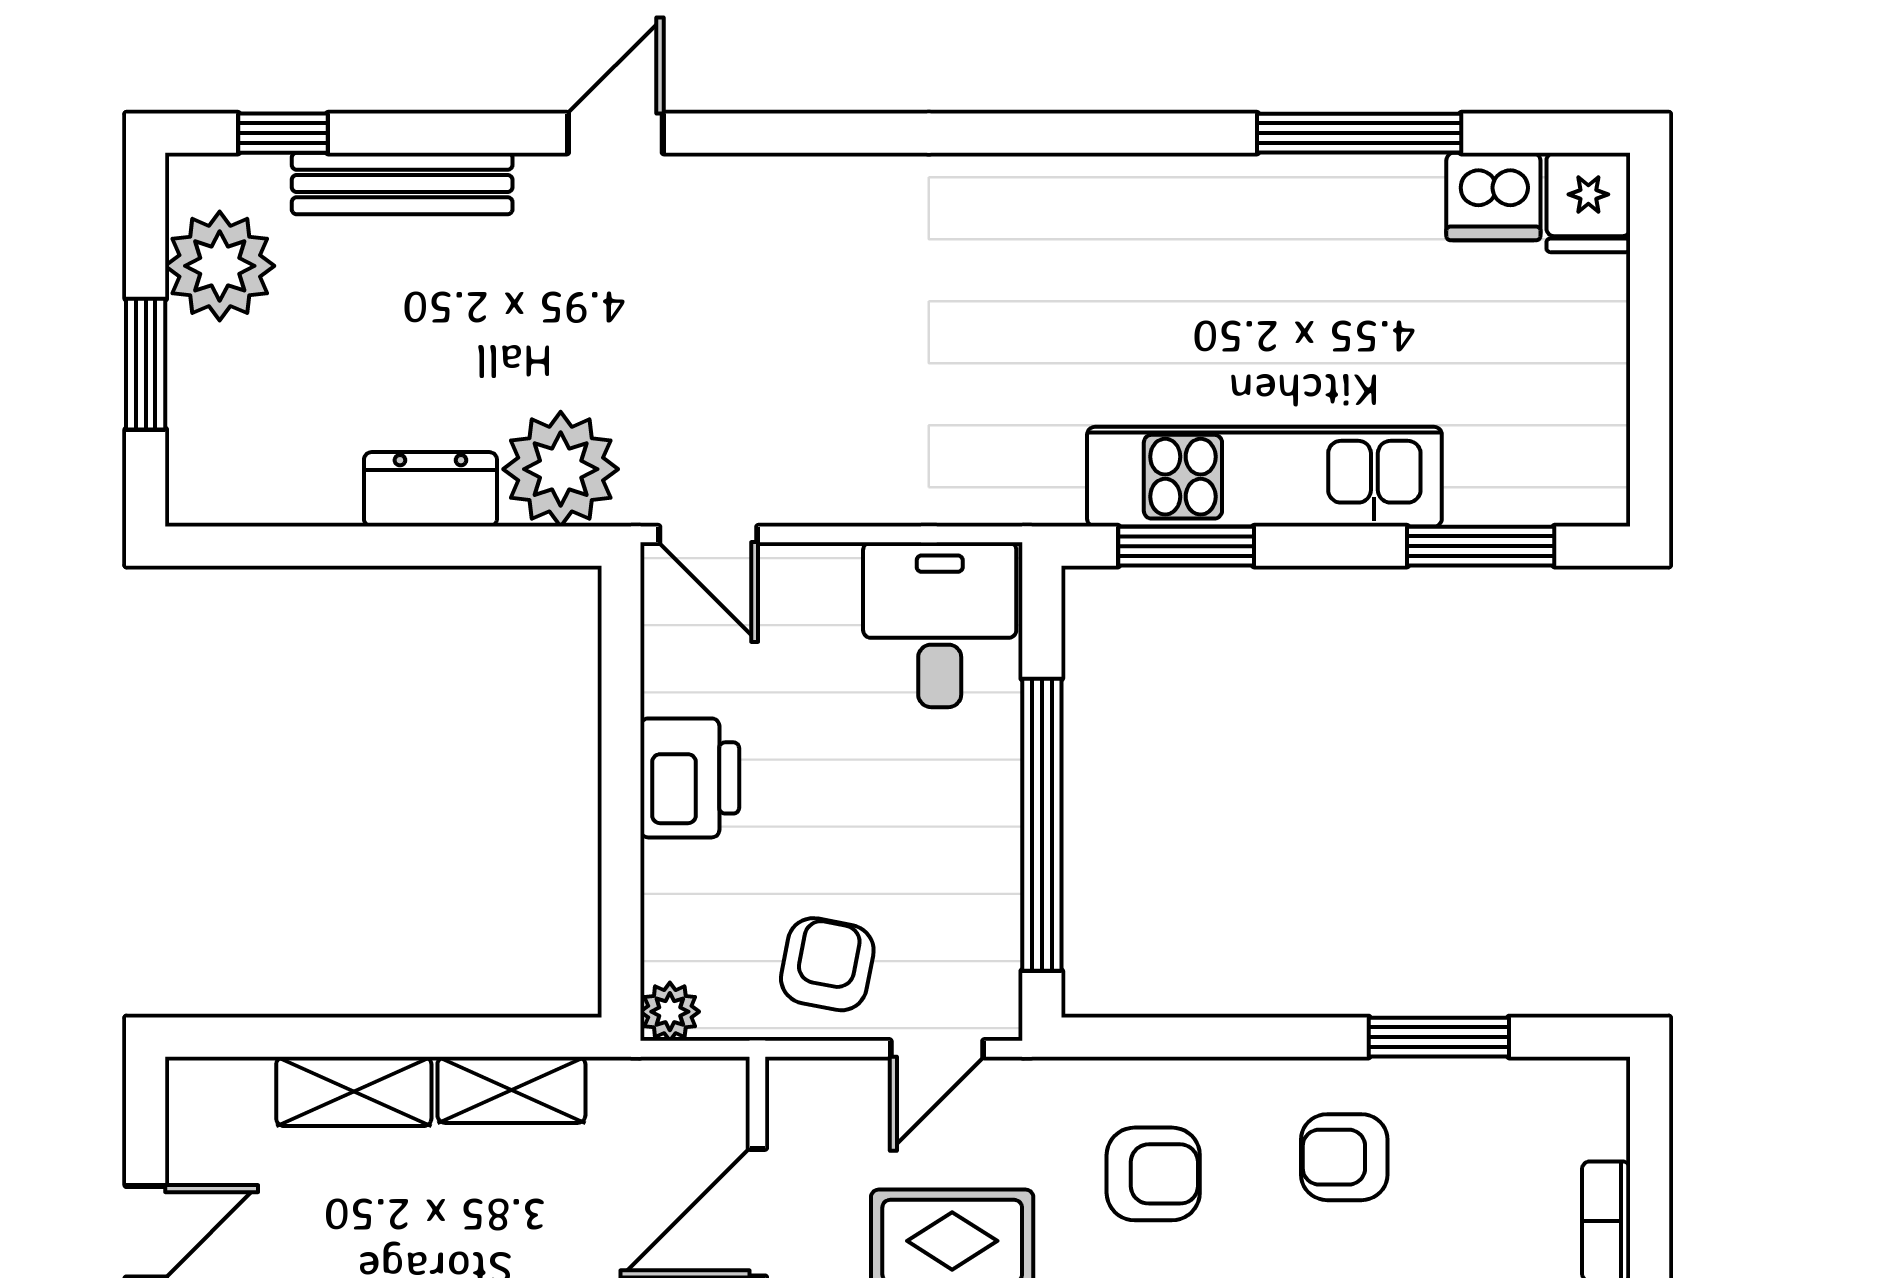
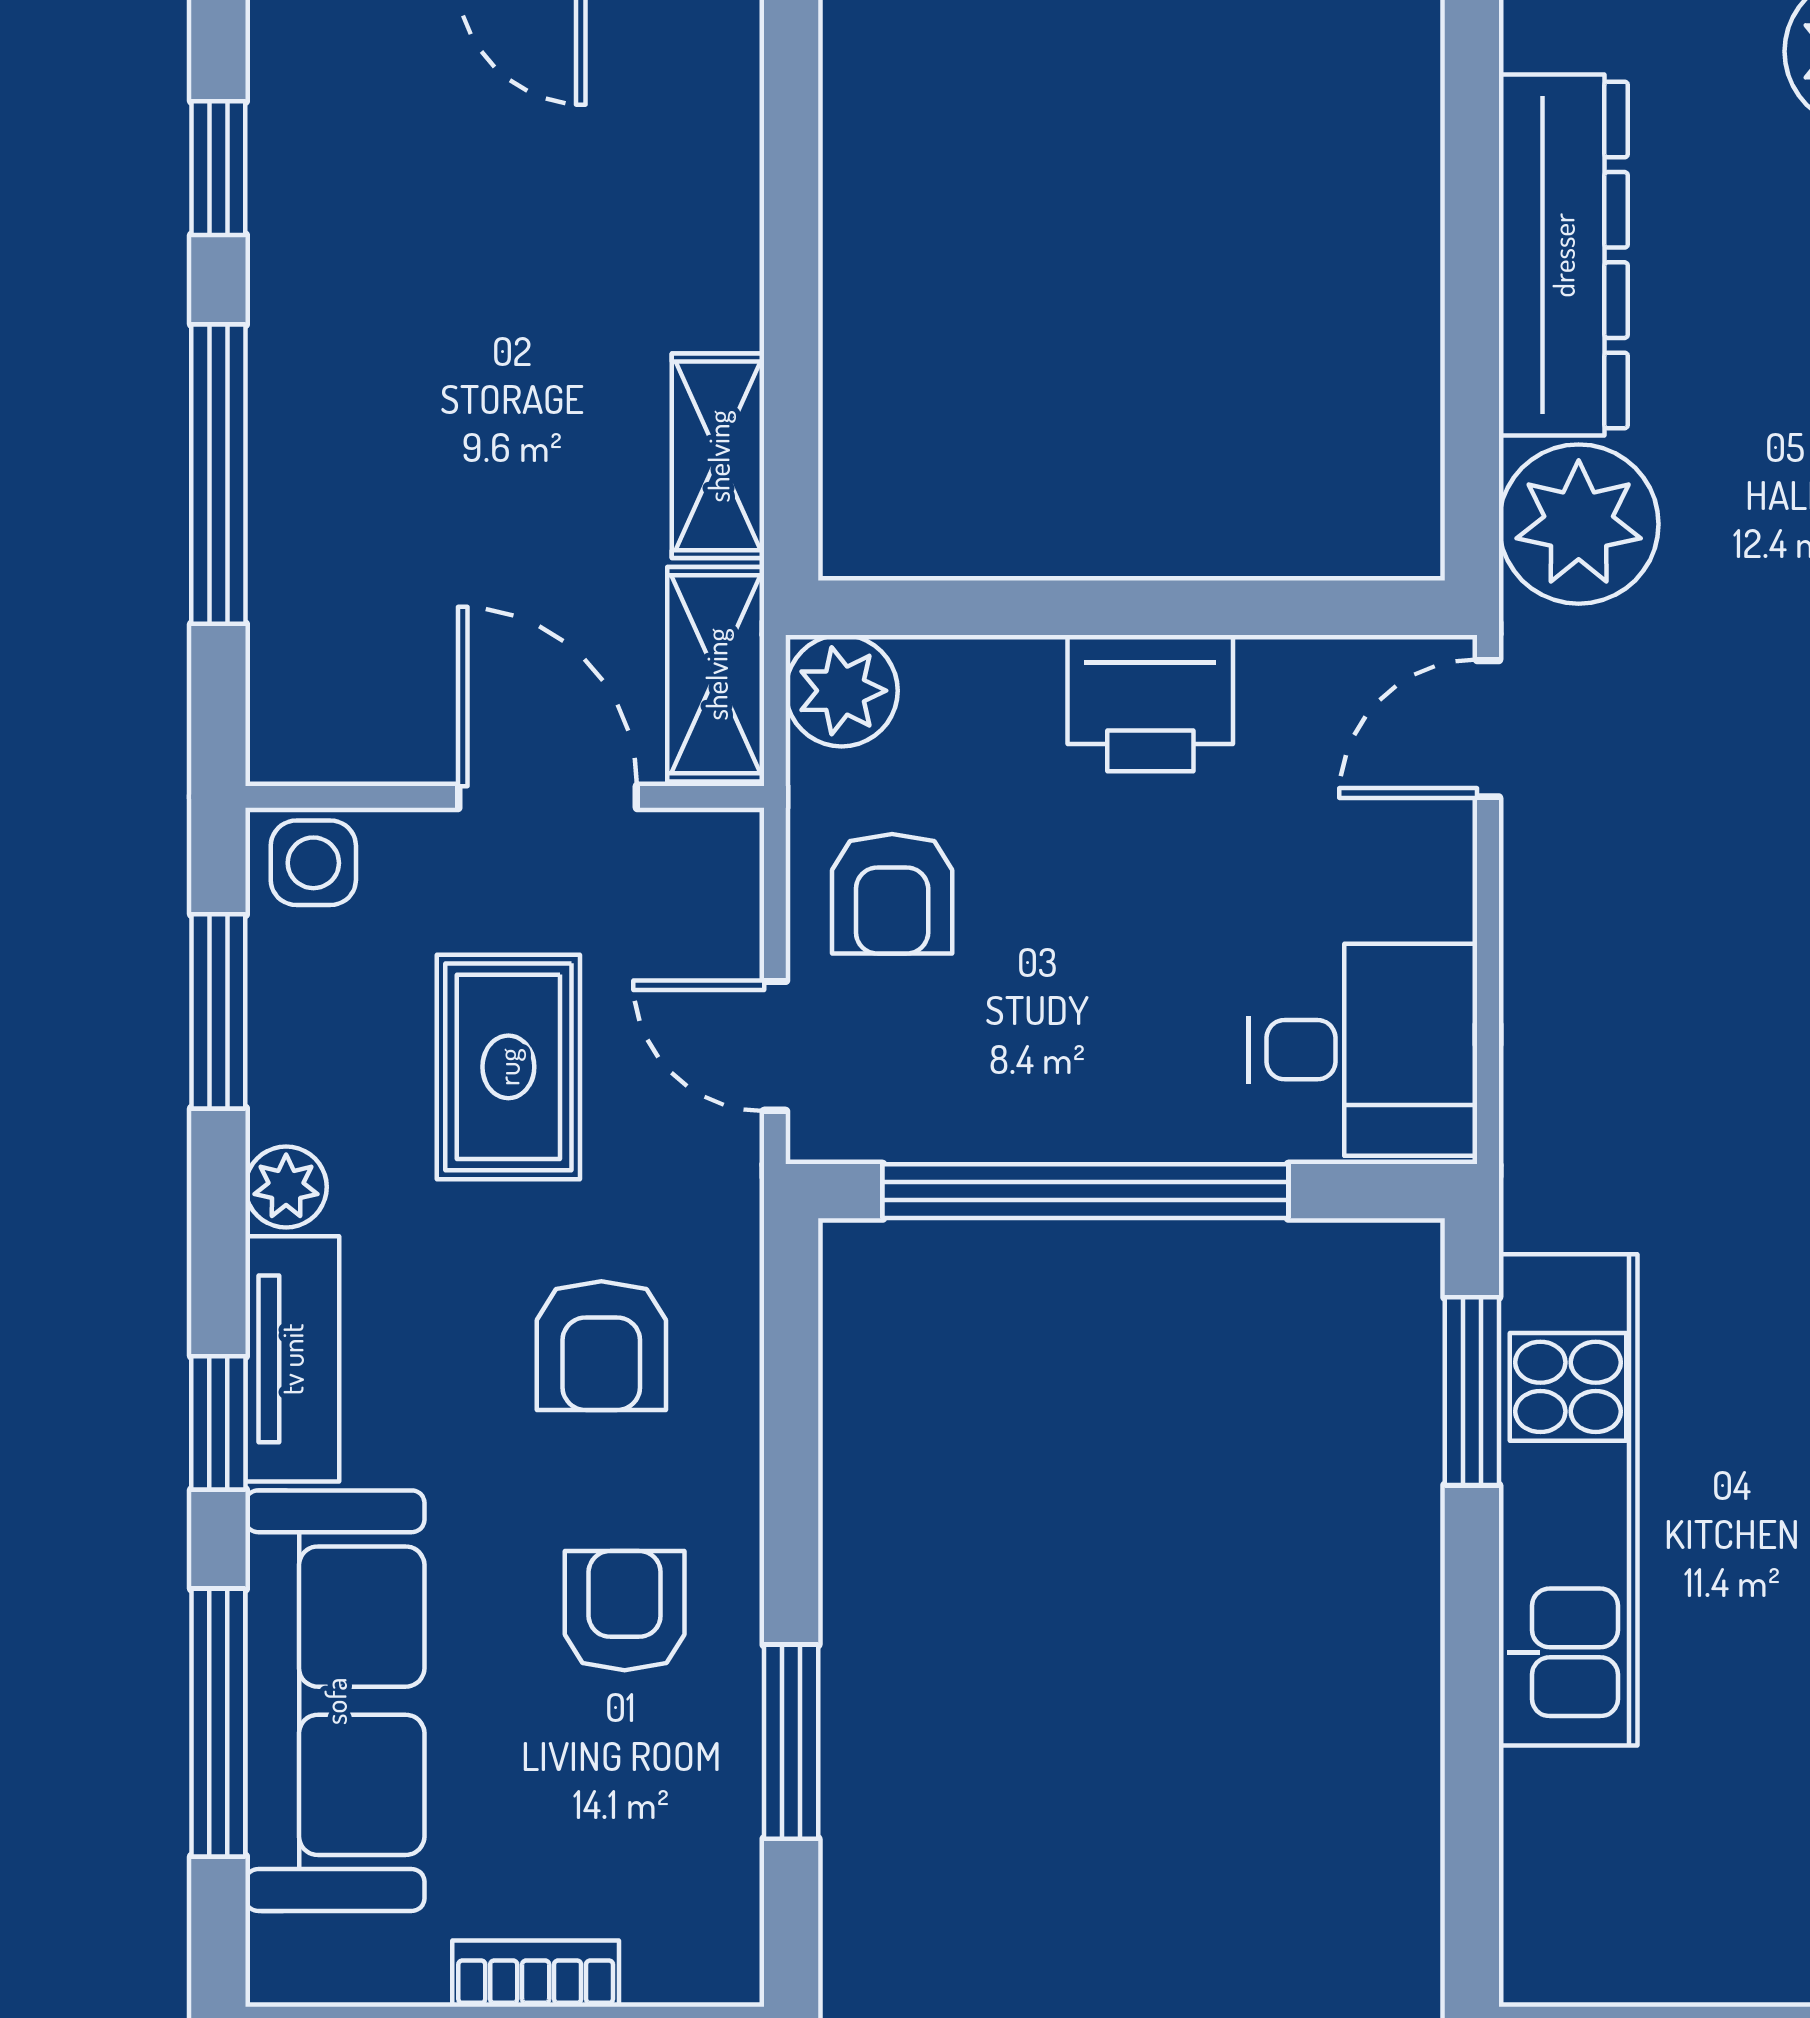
dresser: (430, 489) -> (1563, 255), width x1.96, depth x1.24
window: (1481, 546) -> (1472, 1800), removed
armchair: (827, 964) -> (892, 894), turned 79
plant: (670, 1012) -> (842, 691), width x1.38, depth x1.38
shelving: (354, 1091) -> (716, 674), moved

